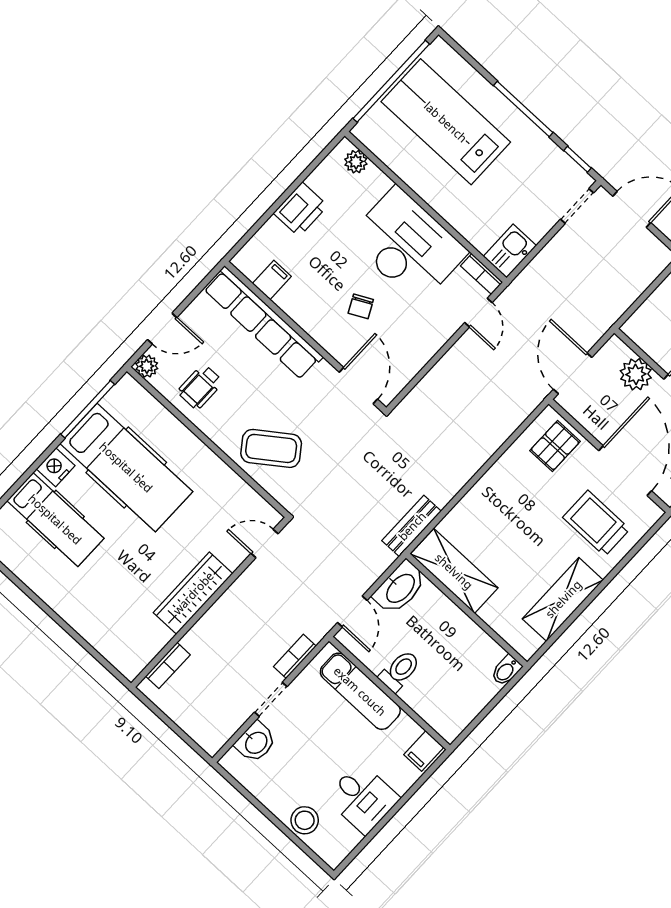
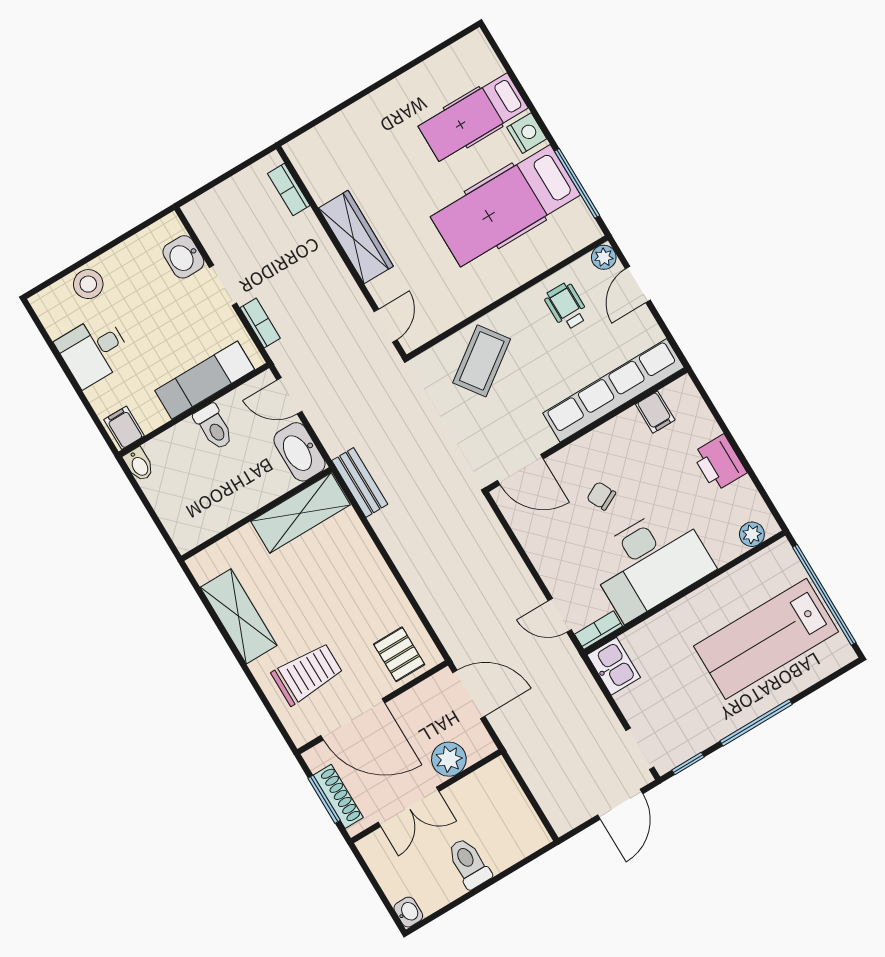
lab bench: (446, 122) -> (766, 639), turned 180
bidet: (506, 670) -> (139, 465), moved, turned 180

